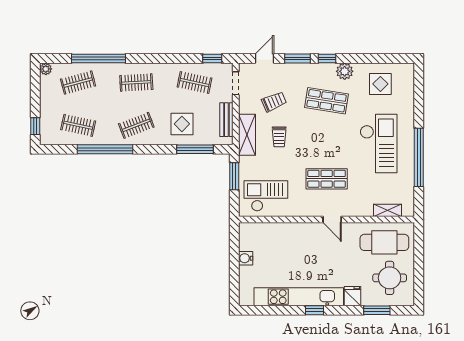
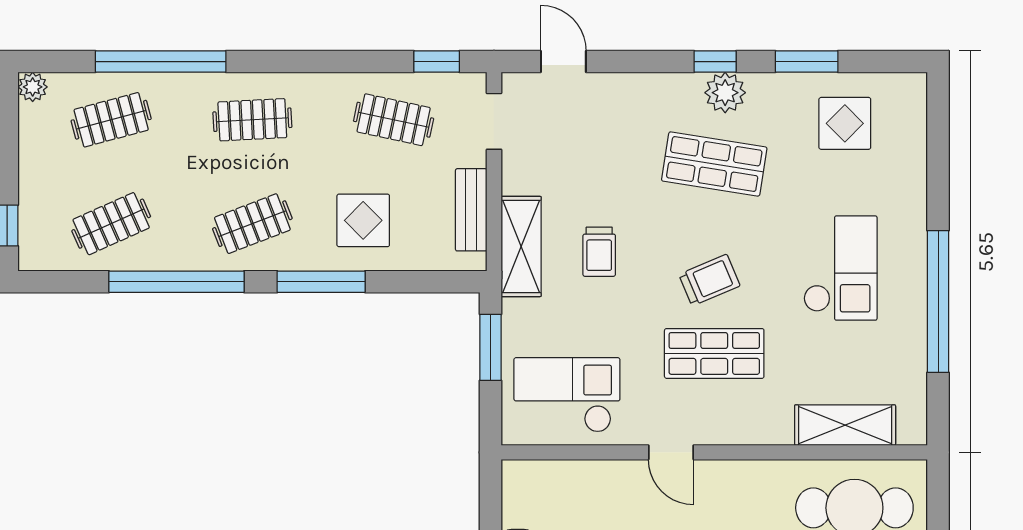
door: (264, 59) -> (563, 62), hinge flipped
window: (298, 59) -> (807, 62), moved
plant: (345, 71) -> (725, 93), moved
trolley: (274, 102) -> (709, 280), moved
clothes rail: (78, 125) -> (111, 224), turned -36
checkout: (379, 144) -> (840, 268), width x0.73, depth x0.83
window: (195, 149) -> (321, 282), moved
shelving: (387, 210) -> (845, 425), width x1.50, depth x1.33
door: (332, 220) -> (671, 452), moved

